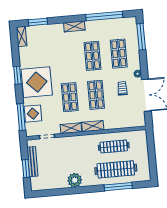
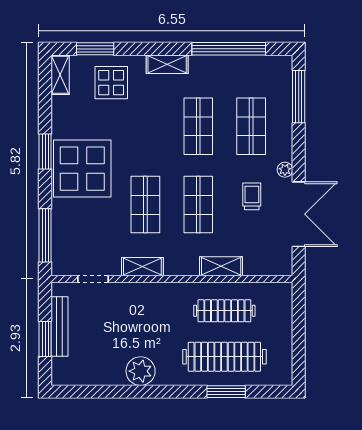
display table: (33, 114) -> (111, 83), moved
shelving: (93, 126) -> (221, 266), moved
window: (118, 187) -> (226, 392), width x0.69

